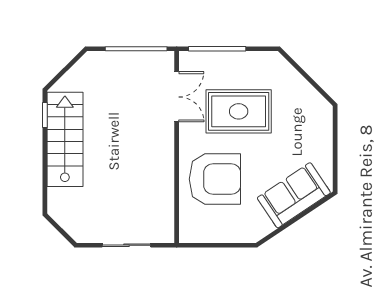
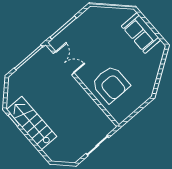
rug: (239, 111) -> (96, 46), removed
armchair: (215, 179) -> (111, 84), turned 90
sofa: (294, 195) -> (141, 33), moved, turned -56

